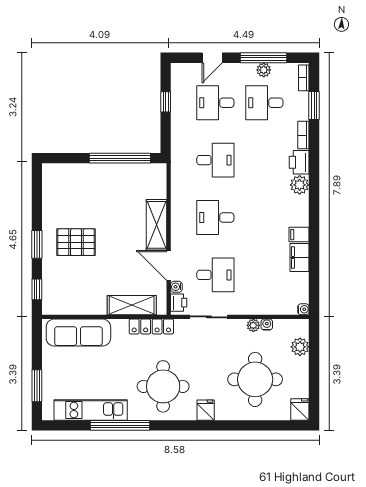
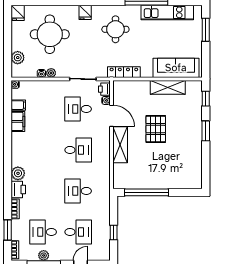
desk: (264, 103) -> (43, 232), turned 180
filing cabinet: (299, 235) -> (18, 105), moved
pallet: (76, 242) -> (156, 129), moved, turned 90
shelving: (132, 305) -> (168, 87), moved
round table: (163, 386) -> (115, 29), width x0.73, depth x0.73

